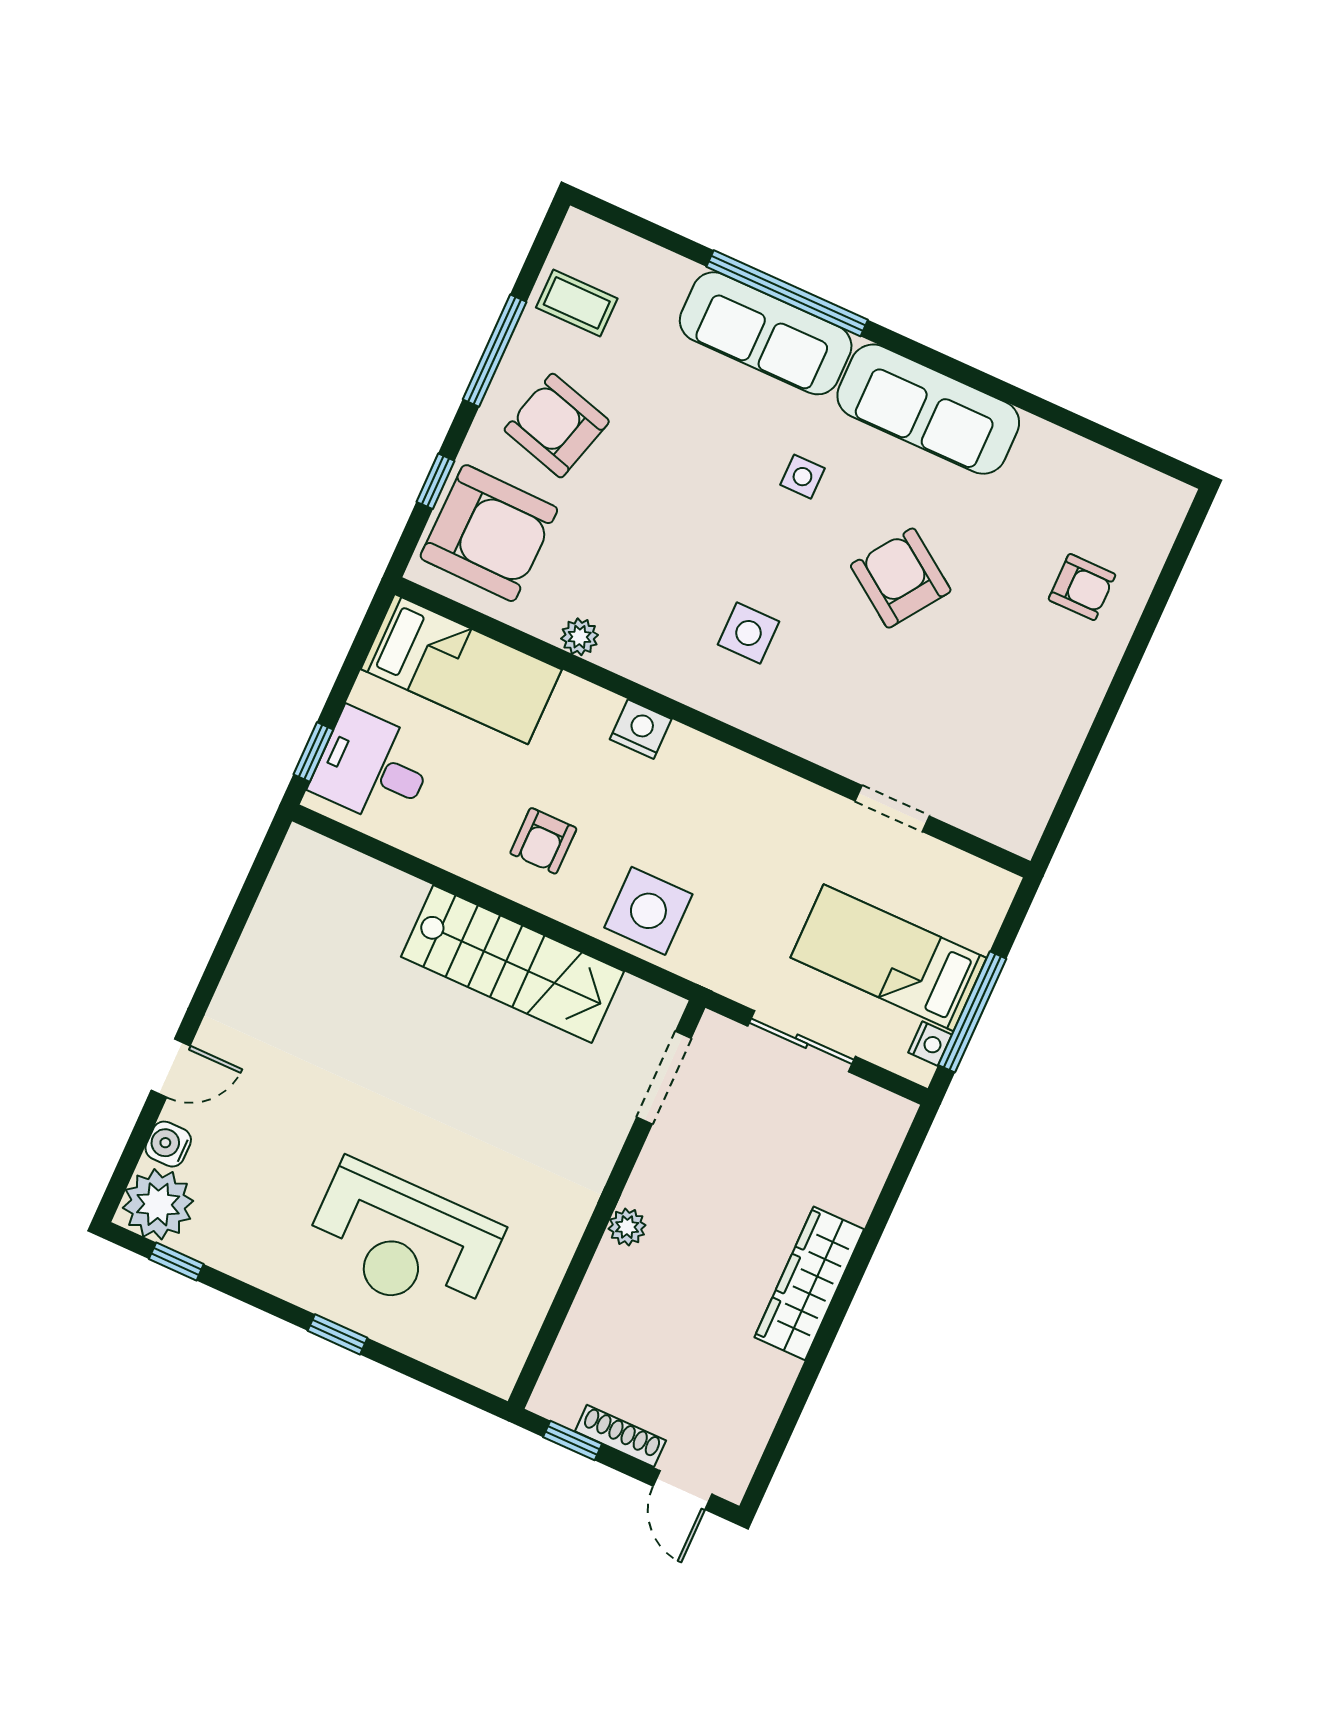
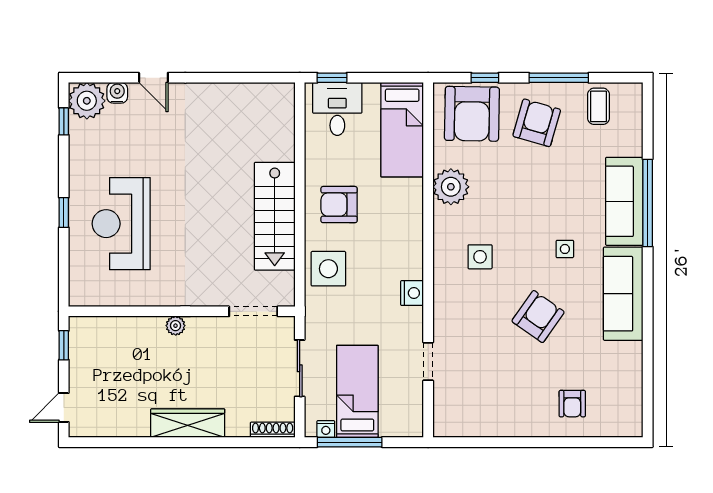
plant: (580, 637) -> (451, 187), width x1.88, depth x1.88
nightstand: (641, 729) -> (412, 293), moved
armchair: (543, 841) -> (339, 205), width x1.38, depth x1.38
shoe rack: (620, 1436) -> (273, 430), moved, turned -90

